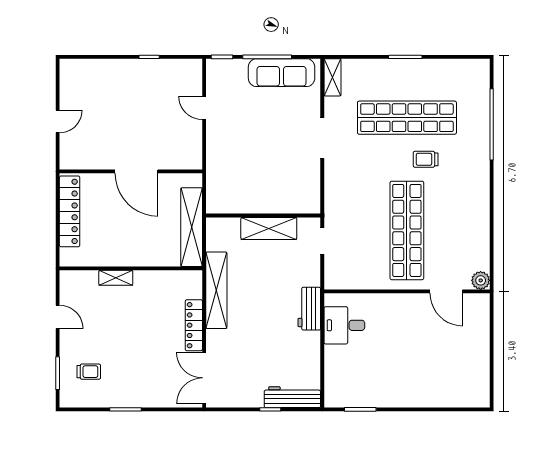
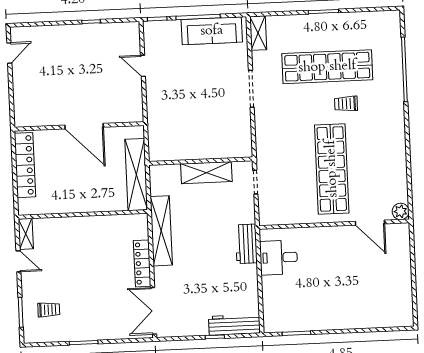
door: (58, 121) -> (9, 53), moved
shelving: (116, 278) -> (26, 234), moved, turned 90

